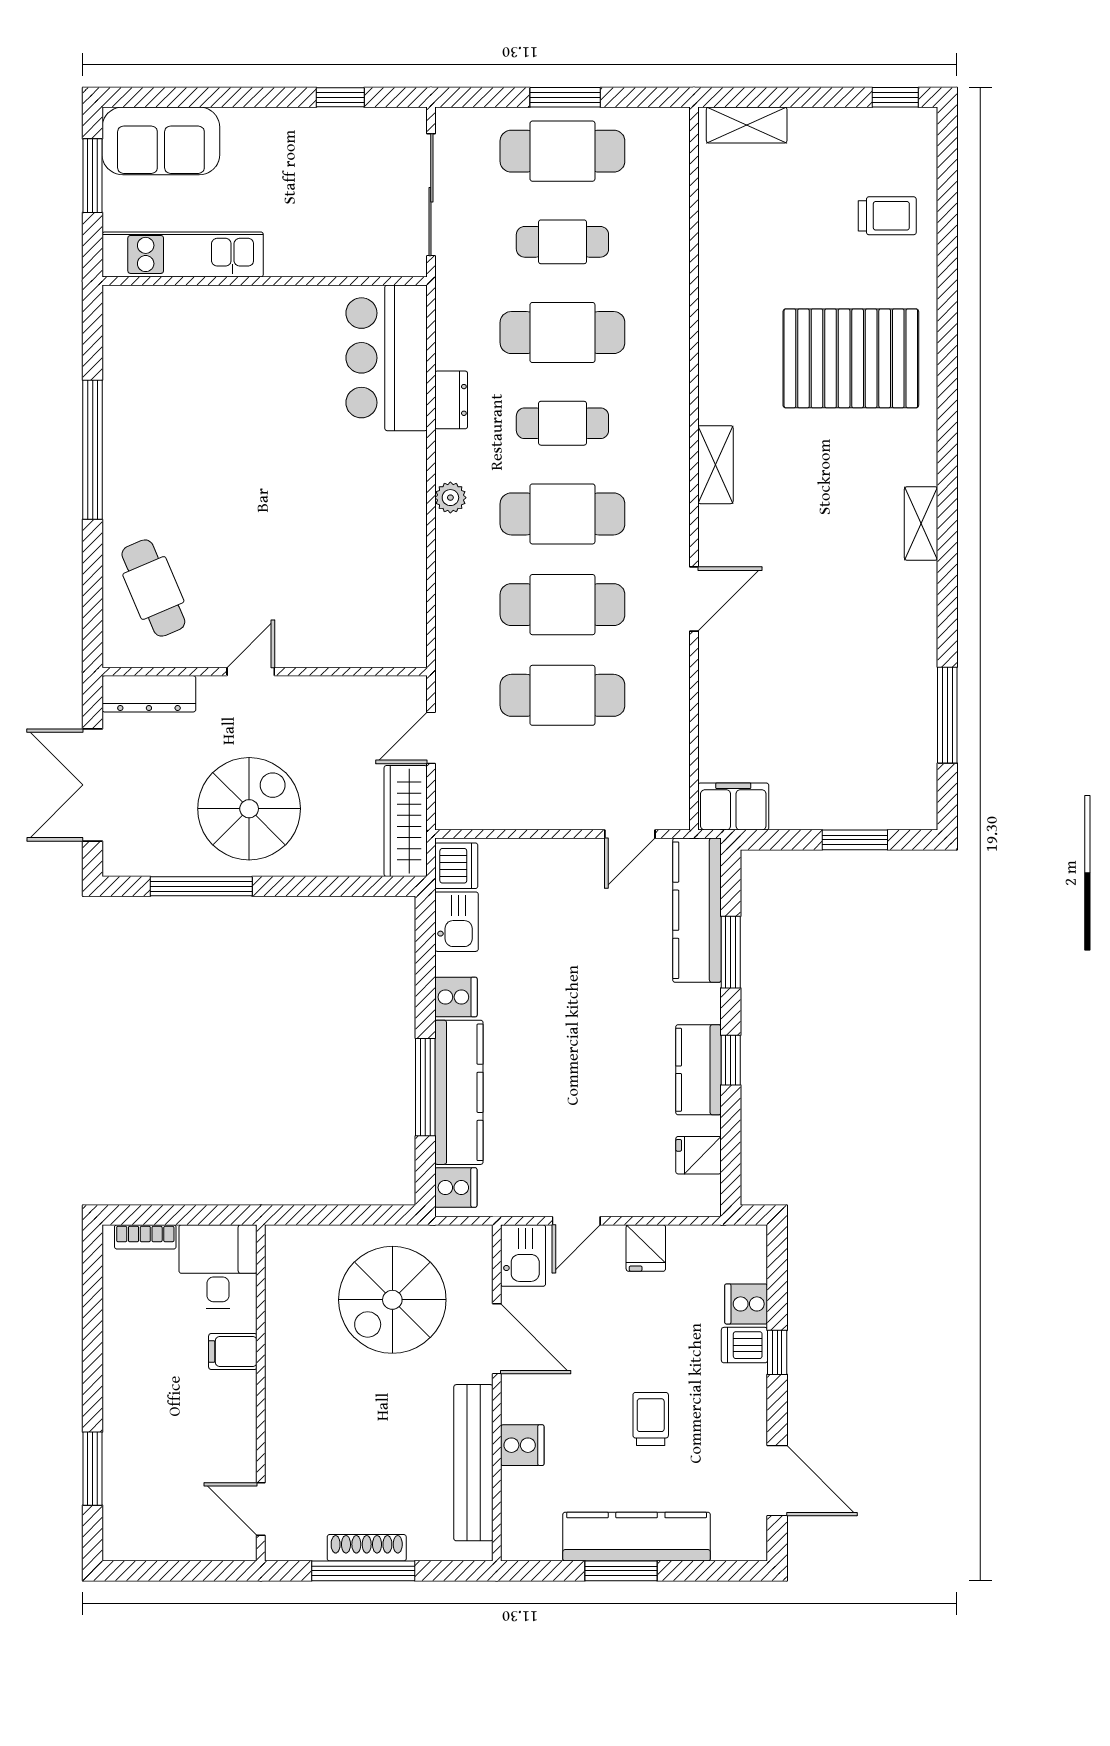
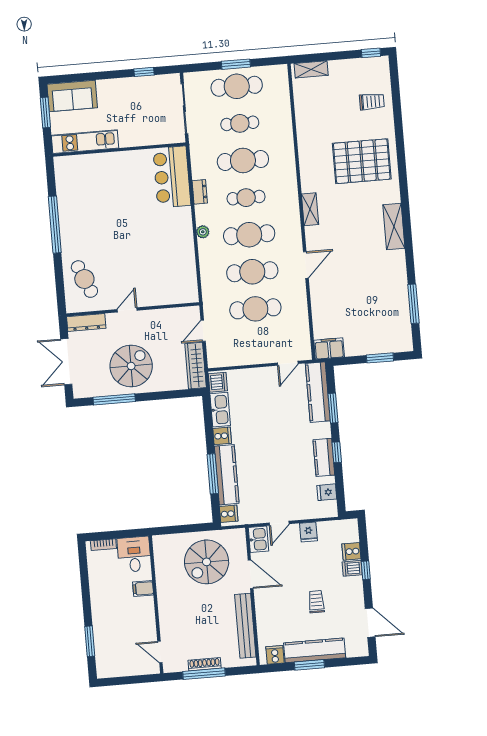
shelving: (921, 524) -> (394, 226), width x1.50, depth x1.33
kitchen sink: (456, 922) -> (220, 410), width x1.38
cooker: (522, 1445) -> (275, 655), moved, turned -90

